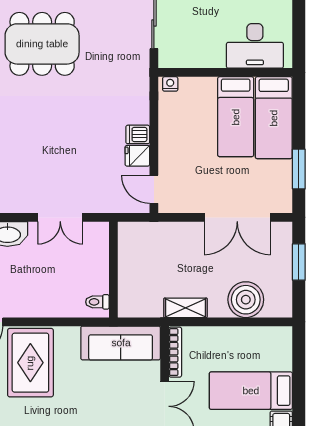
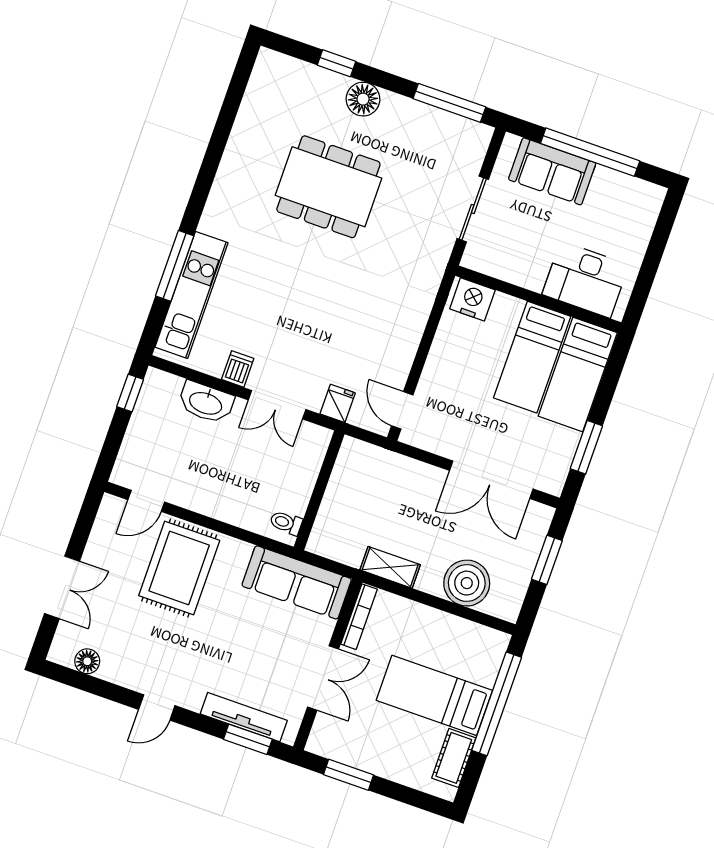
nightstand: (170, 84) -> (472, 299), width x1.89, depth x1.79
dishwasher: (138, 134) -> (238, 369), moved, turned 90
fridge: (137, 156) -> (338, 403), moved, turned 90
window: (299, 381) -> (497, 704), added

